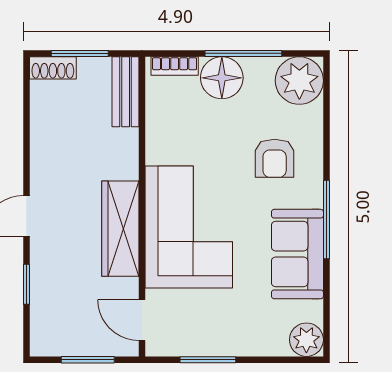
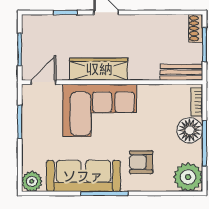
sofa: (297, 254) -> (83, 176), width x1.36

